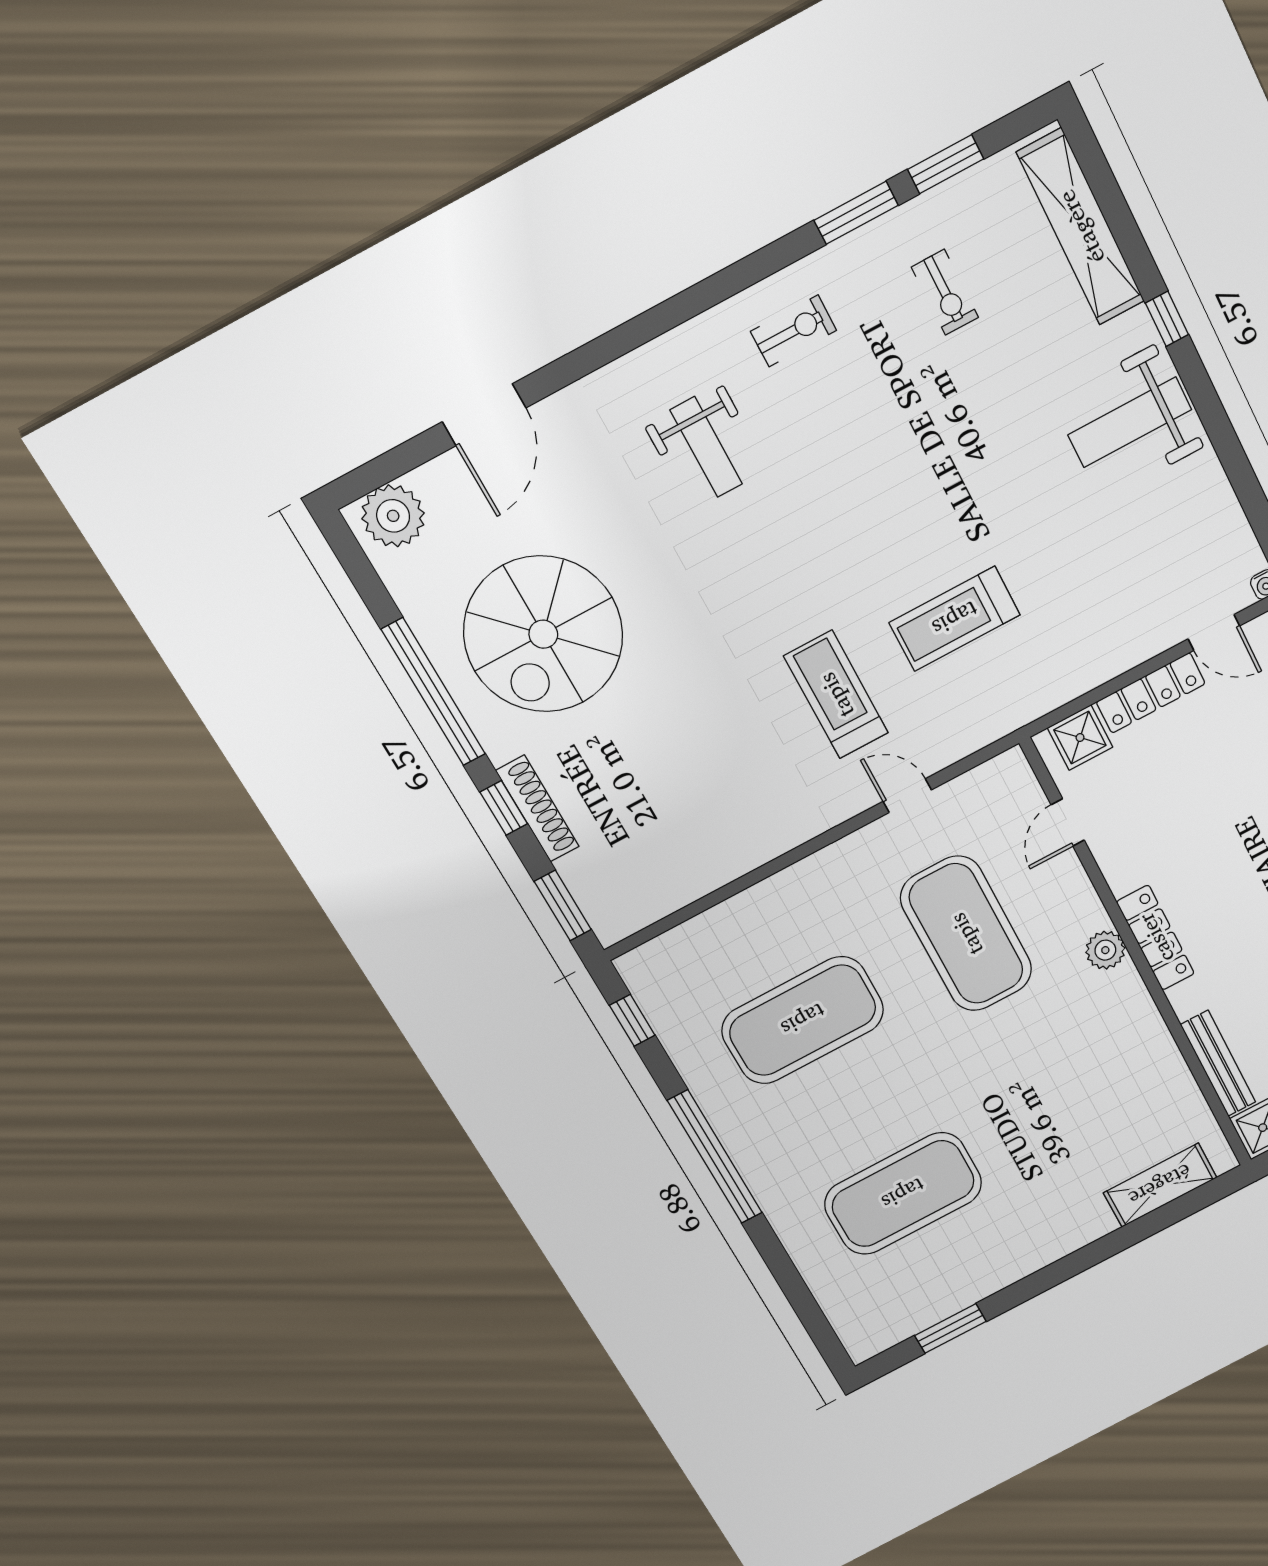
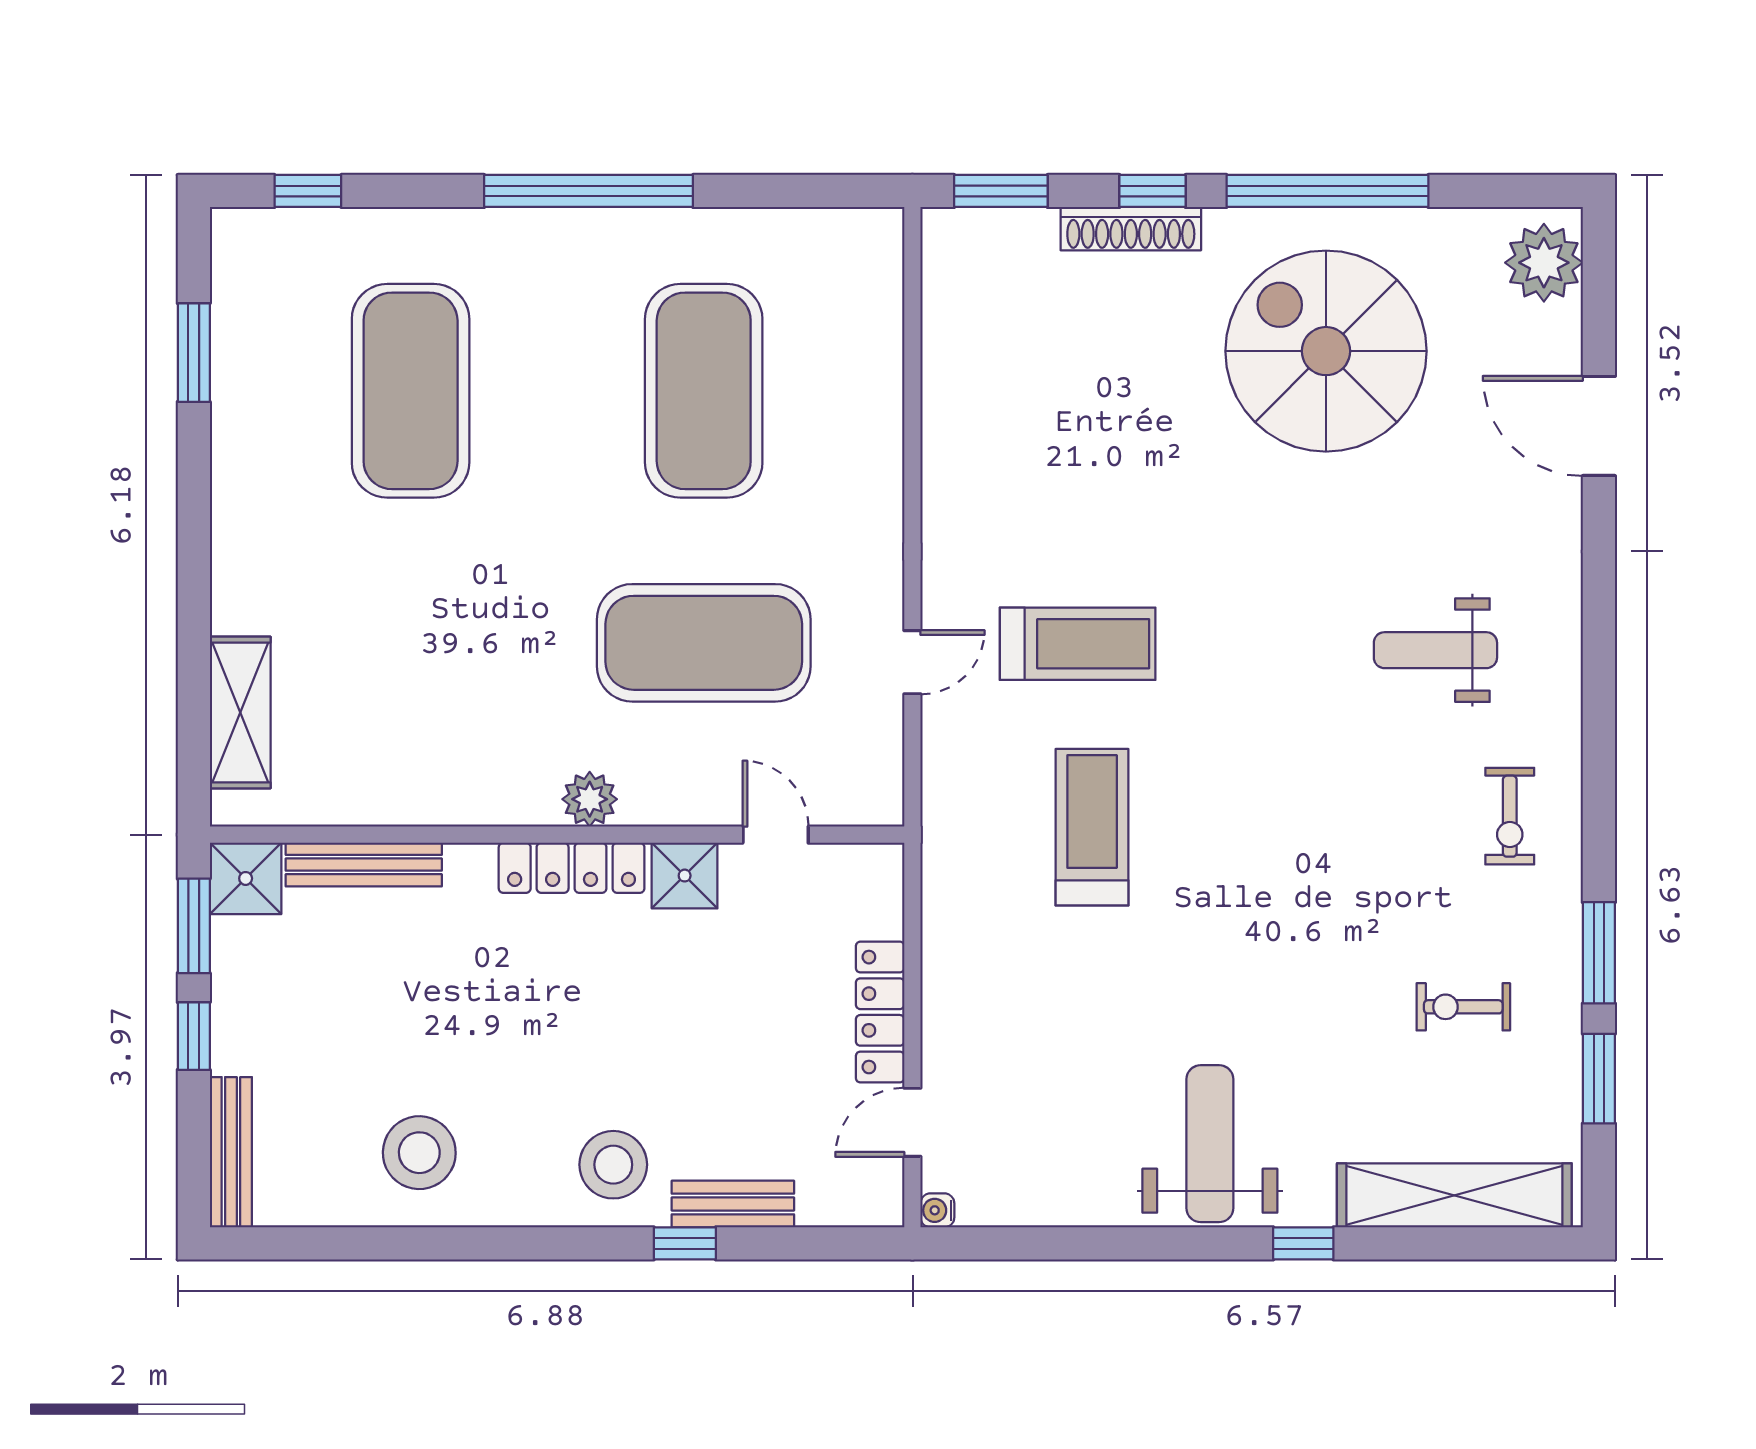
shower: (1080, 738) -> (685, 876), moved
window: (632, 1020) -> (308, 191), moved

